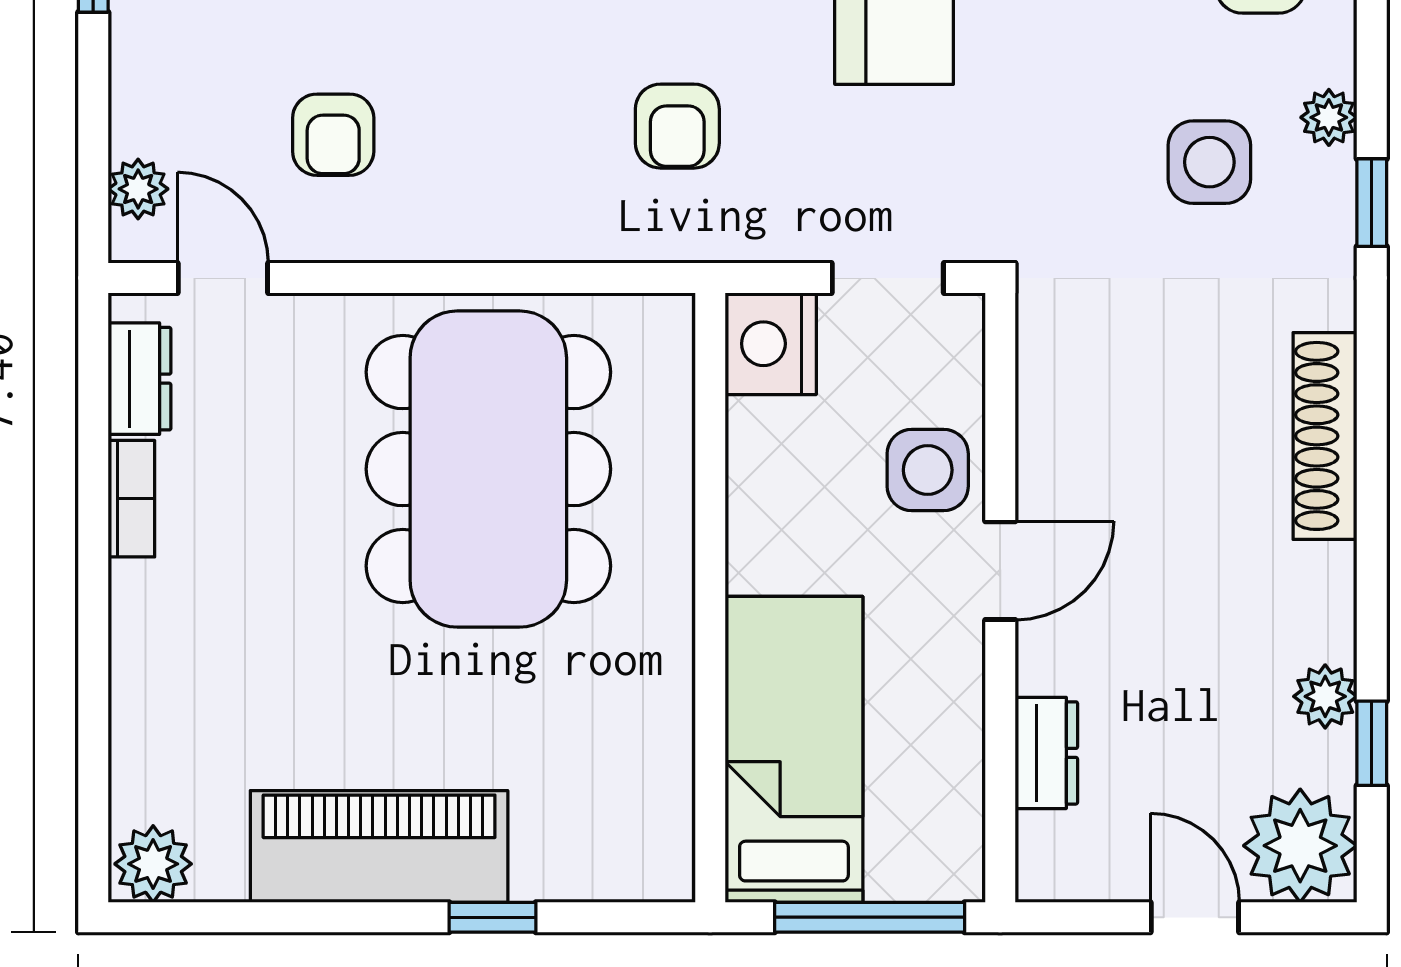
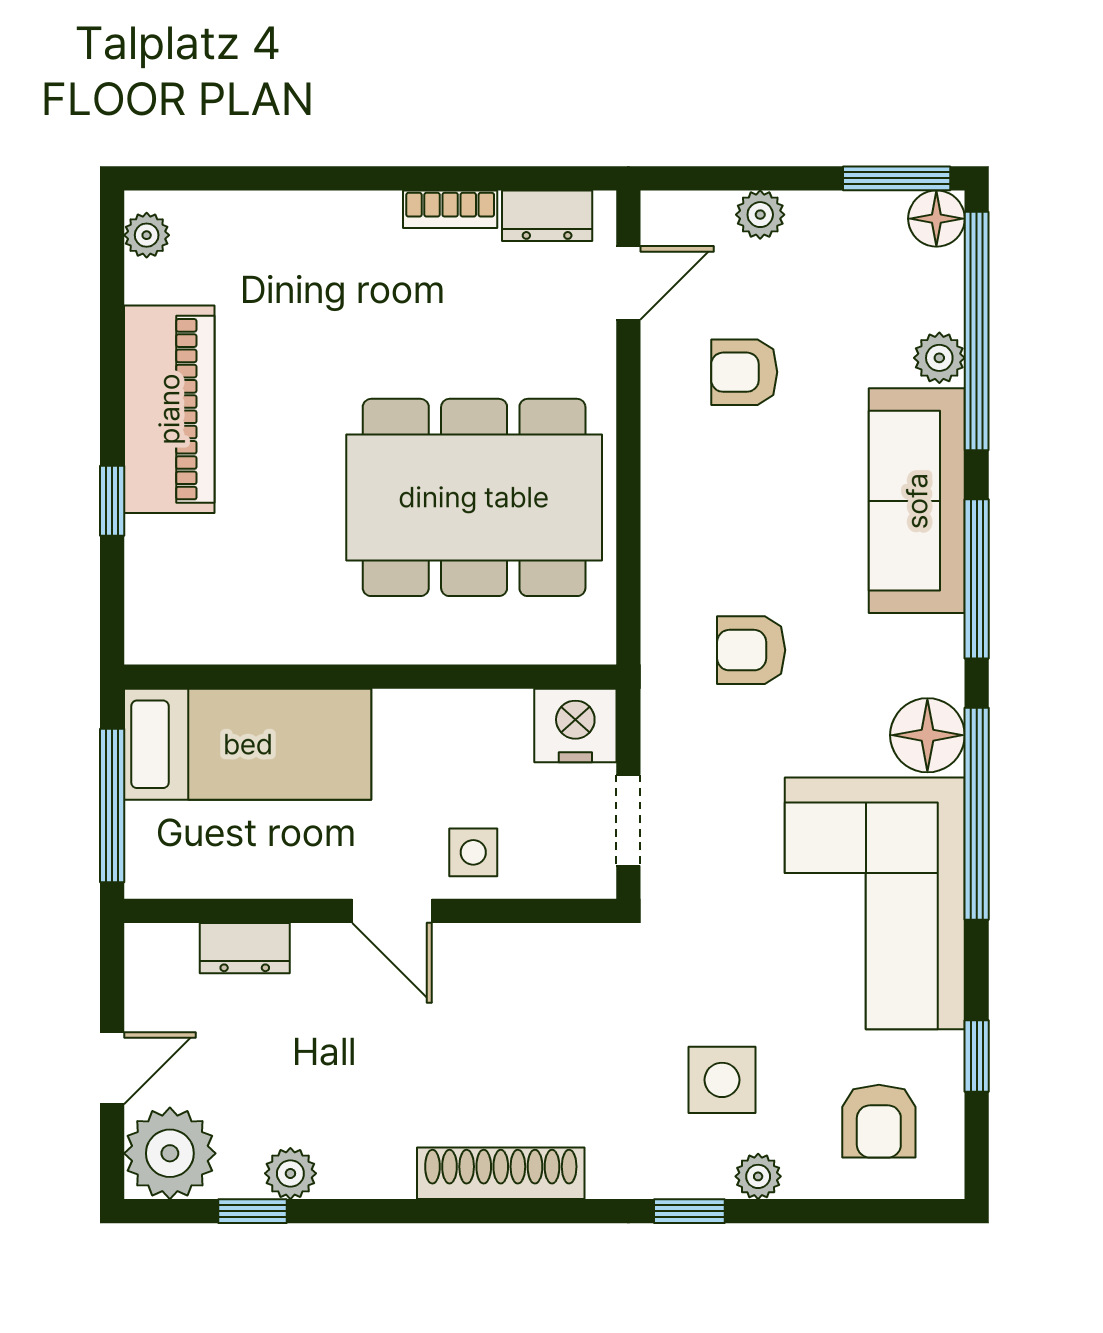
plant: (138, 189) -> (760, 215), moved
side table: (928, 470) -> (473, 852), width x0.73, depth x0.73
plant: (153, 864) -> (147, 235), width x0.73, depth x0.73

